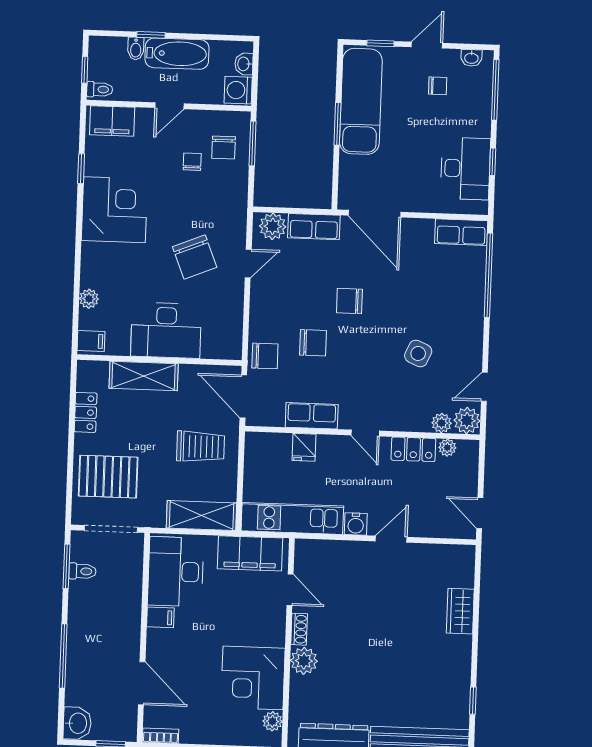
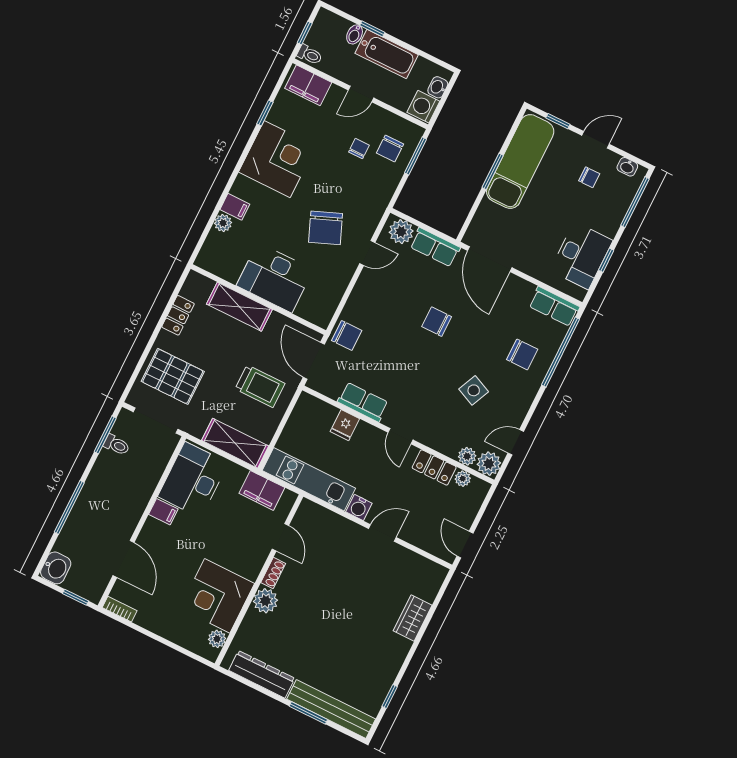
filing cabinet: (91, 341) -> (235, 207), moved
chair: (313, 343) -> (522, 354), moved
filing cabinet: (250, 553) -> (262, 490), width x0.67, depth x0.86

